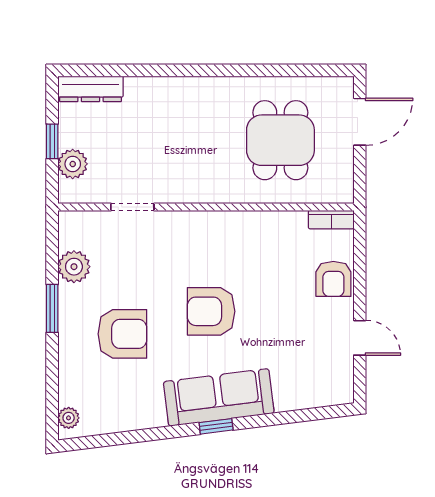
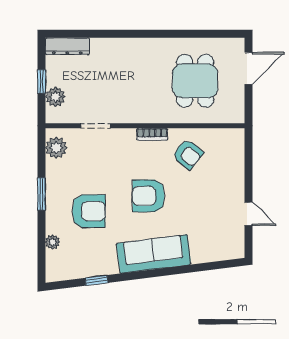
bookcase: (331, 220) -> (152, 134), moved
plant: (74, 267) -> (56, 148), moved
armchair: (333, 279) -> (188, 154), moved, turned -51
plant: (69, 418) -> (53, 242), moved
window: (216, 426) -> (96, 280), moved

